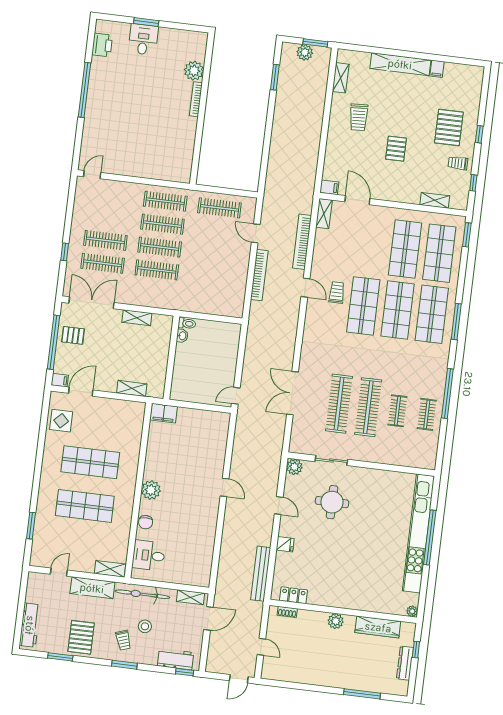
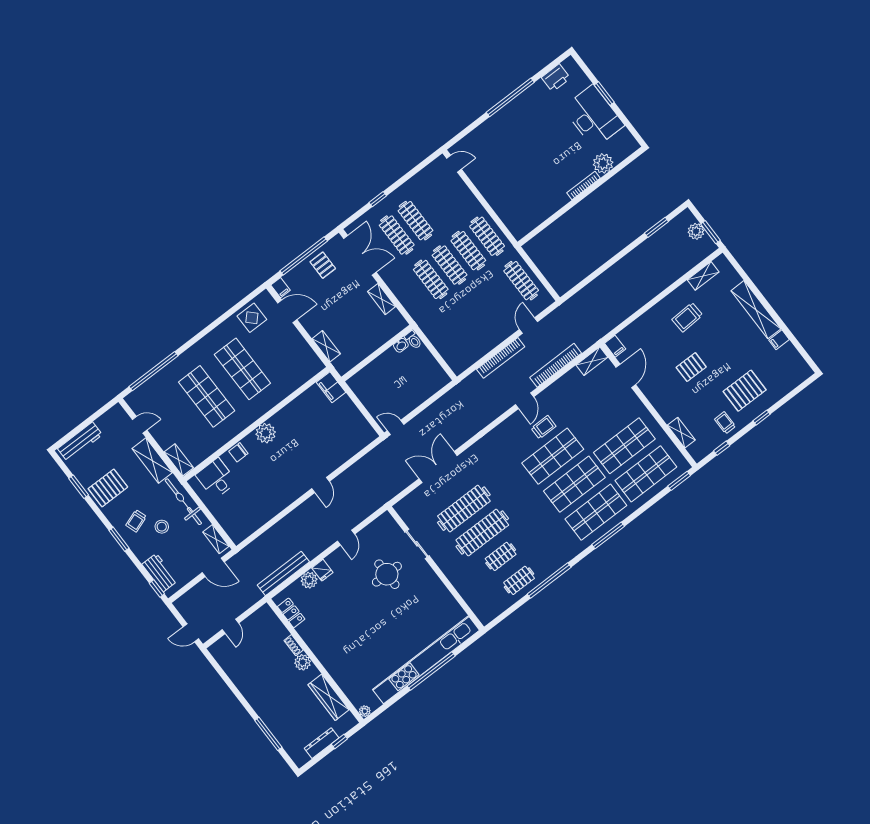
desk: (143, 39) -> (593, 116), width x1.87, depth x1.30
plant: (294, 467) -> (309, 580), moved
window: (31, 526) -> (154, 371), width x2.11
shoe rack: (287, 612) -> (294, 645), moved

